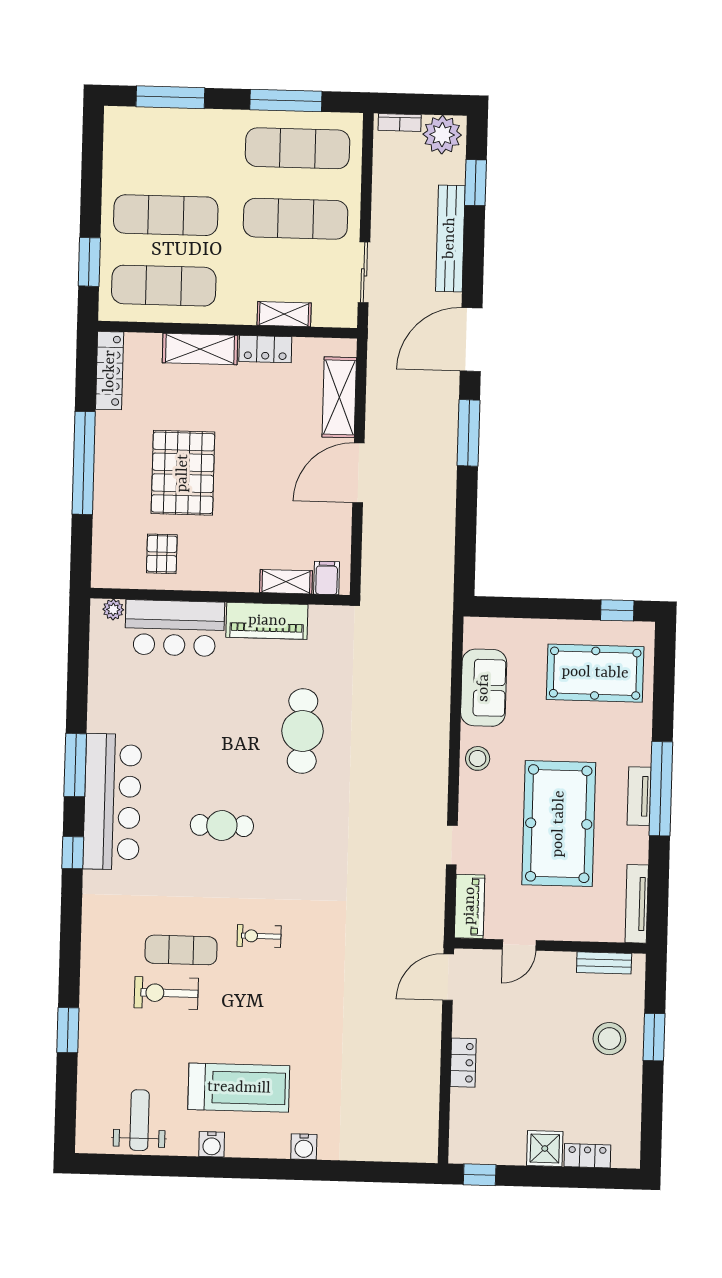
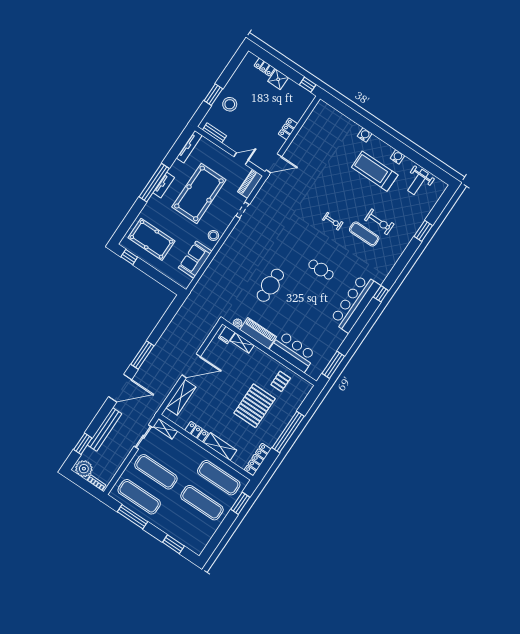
window: (170, 97) -> (173, 544), width x0.69
shelving: (284, 314) -> (165, 429), moved
plant: (113, 609) -> (238, 323), moved
window: (75, 765) -> (333, 365), moved

